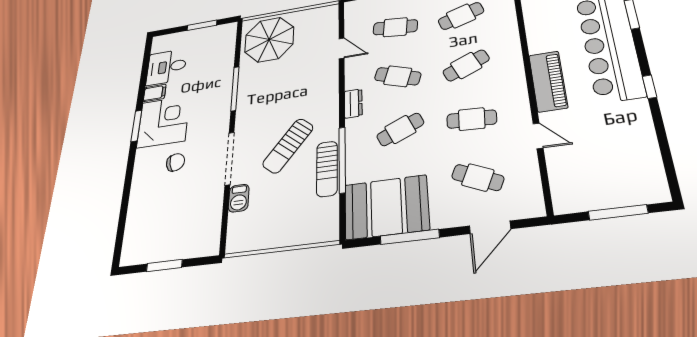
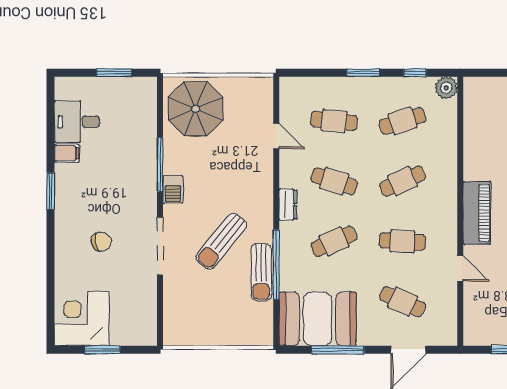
corner desk: (163, 122) -> (82, 319), moved, turned -90
barbecue: (239, 198) -> (173, 190), moved

